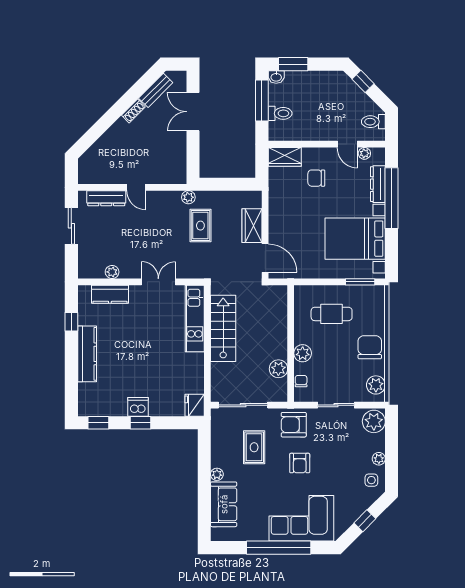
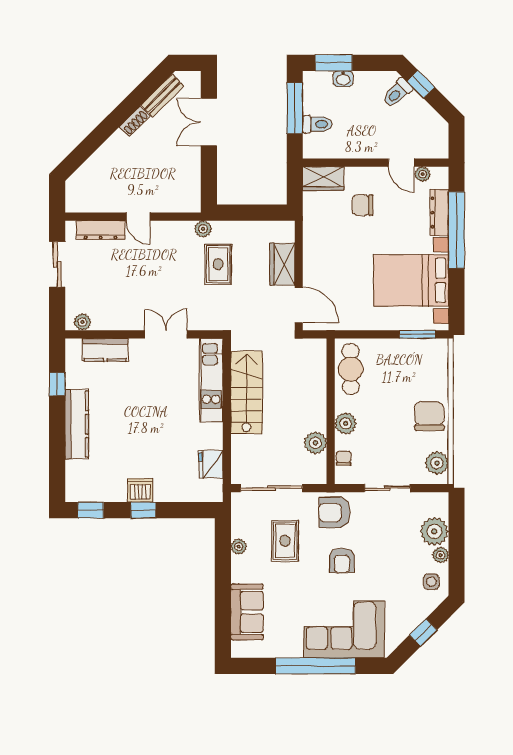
washbasin: (276, 77) -> (343, 79), moved
toilet: (373, 122) -> (397, 93), moved, turned -45
plant: (112, 272) -> (82, 322), moved
cafe table: (332, 314) -> (351, 369), moved, turned 90
fridge: (195, 405) -> (211, 464), moved
plant: (374, 421) -> (434, 531), moved
plant: (217, 474) -> (239, 547), moved

